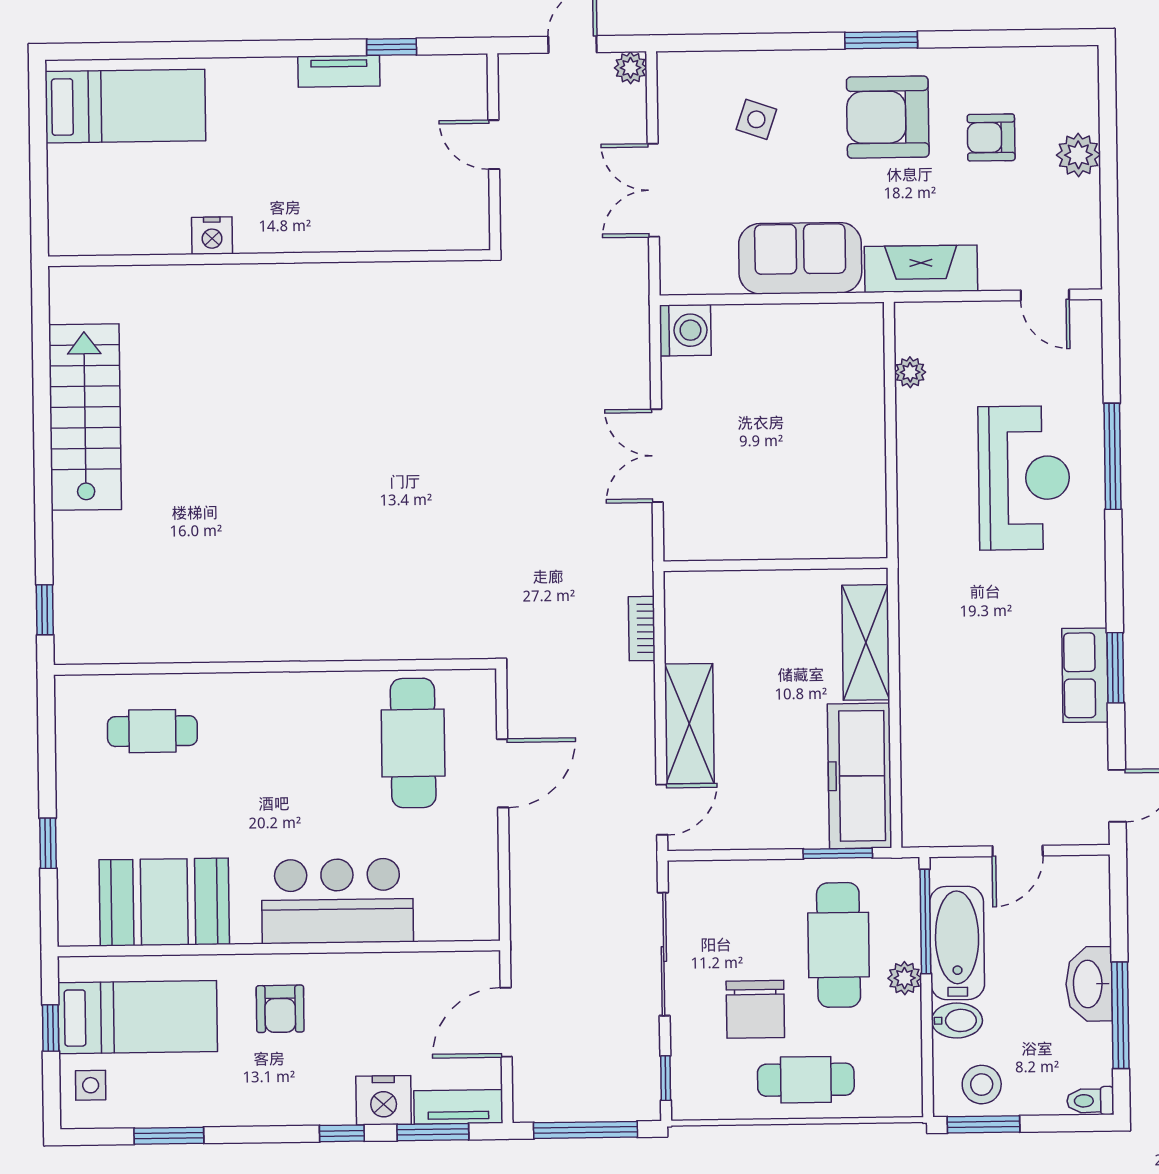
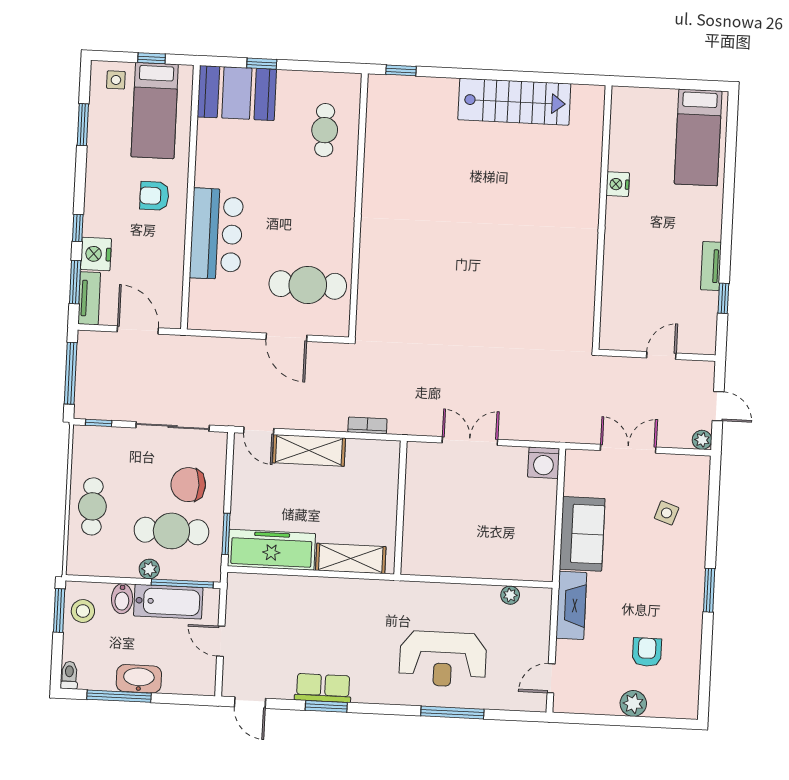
armchair: (888, 117) -> (663, 591), removed
booth: (164, 902) -> (237, 93), moved, turned 90
chair: (755, 1009) -> (188, 485), moved

